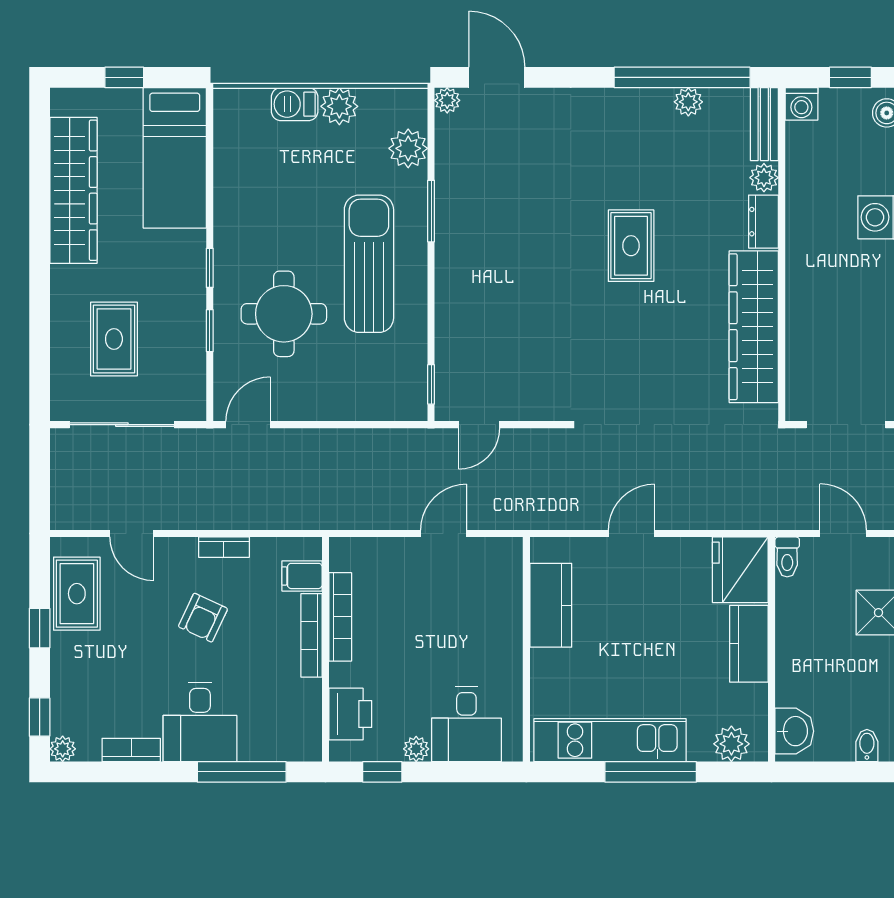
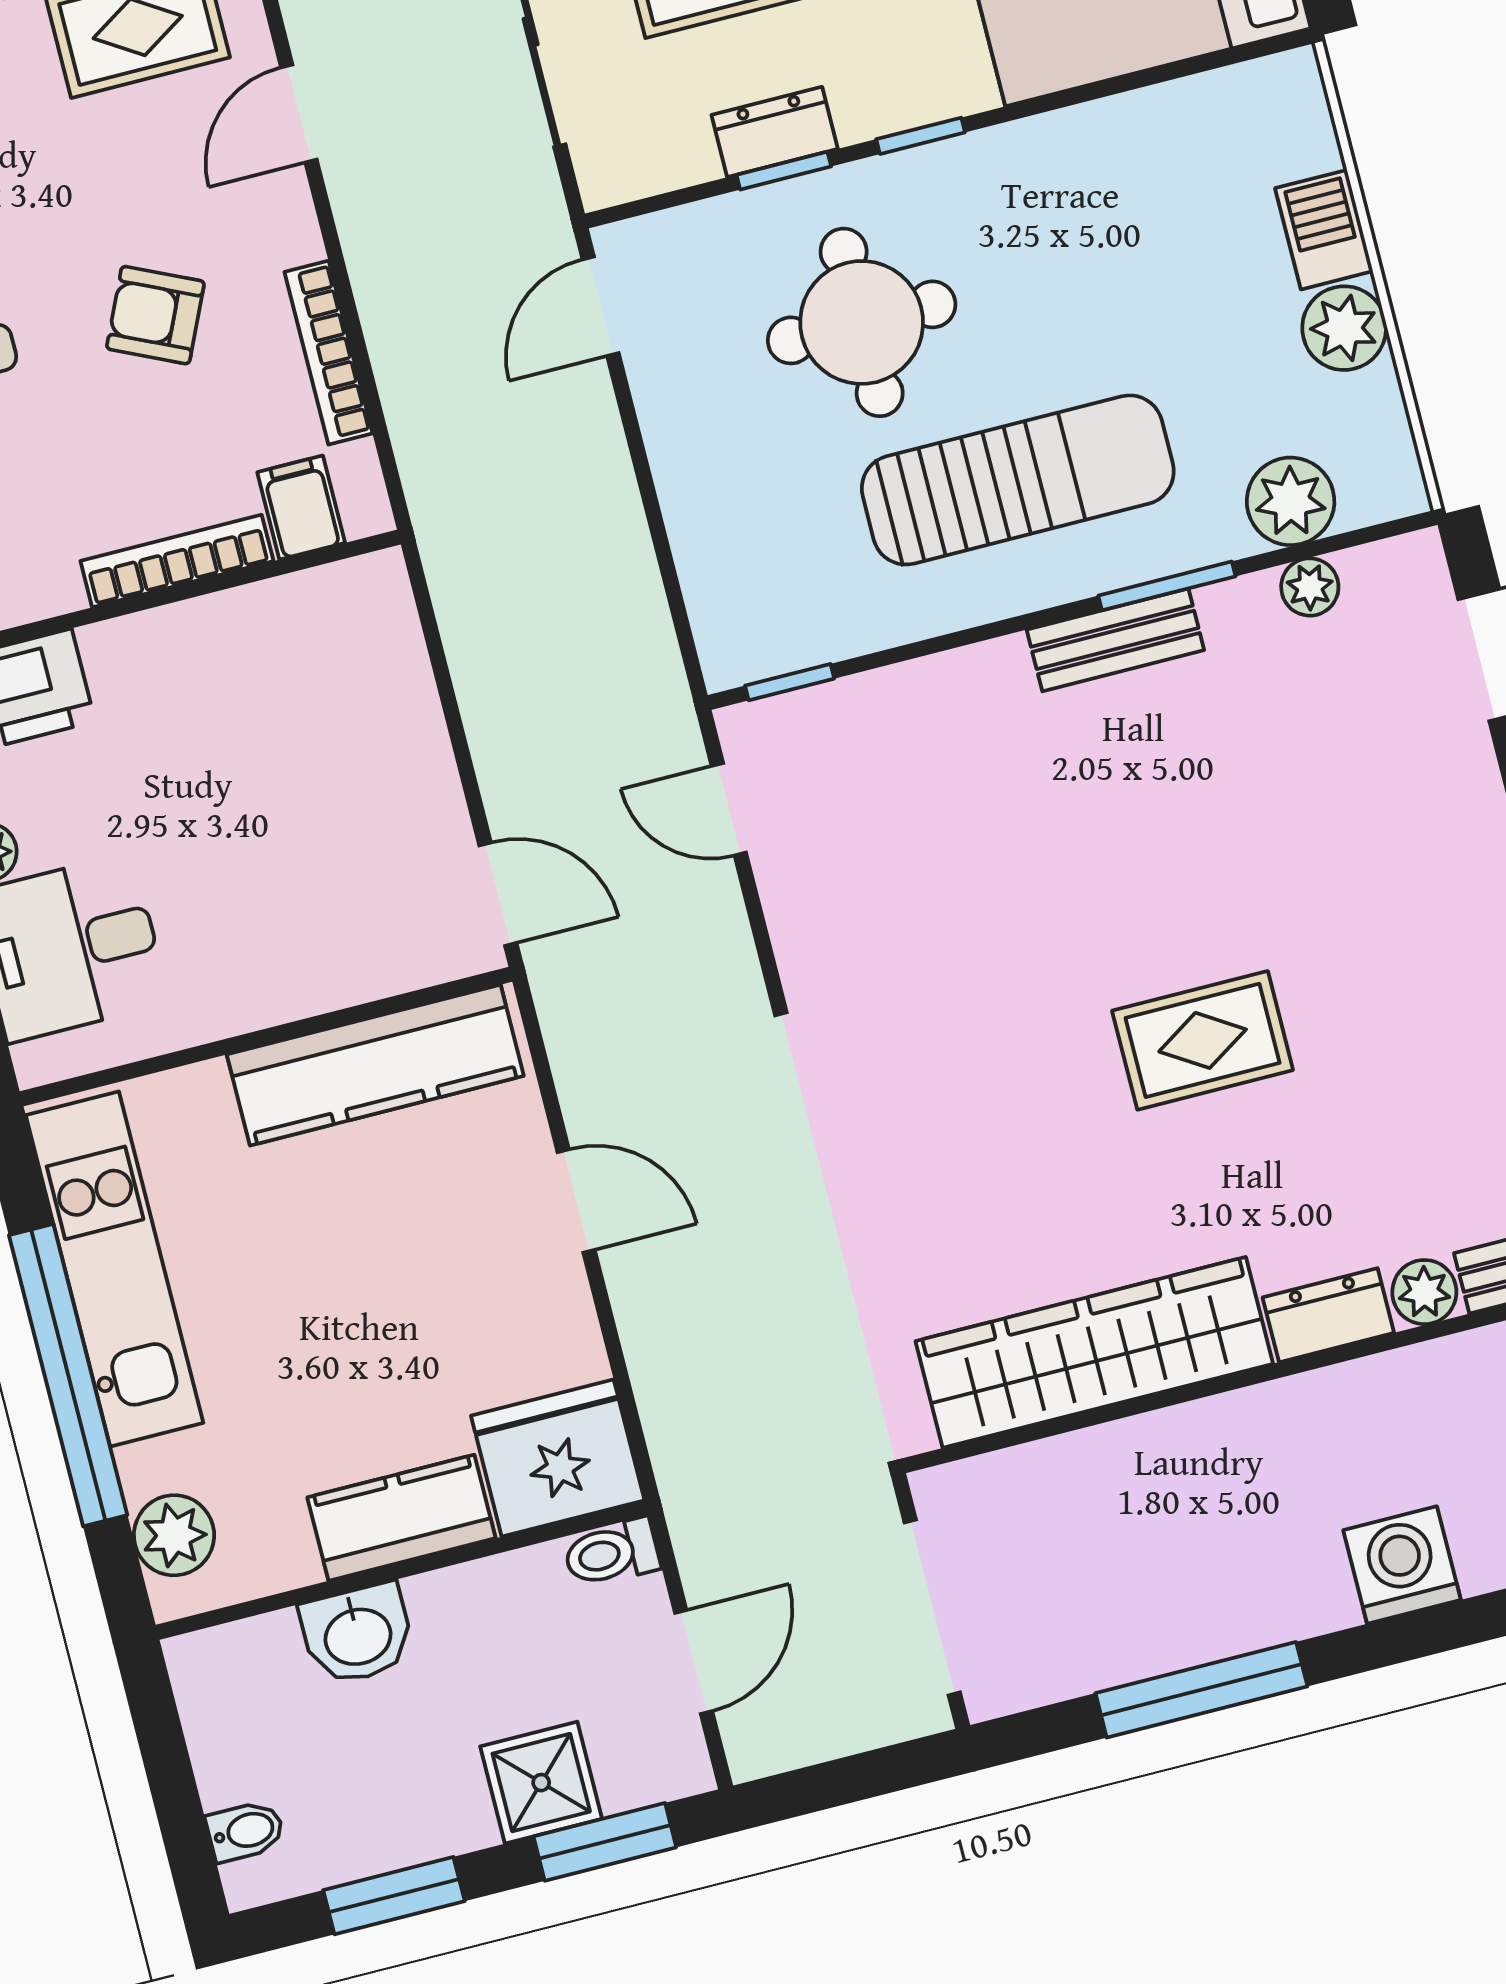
plant: (447, 100) -> (1310, 587), moved
bench: (449, 239) -> (1115, 640), added
dresser: (192, 330) -> (775, 132), added
door: (248, 425) -> (601, 306), swing flipped
door: (444, 534) -> (498, 894), moved
bookcase: (224, 547) -> (328, 353), width x1.56
kitchen counter: (551, 605) -> (375, 1065), width x1.50
bookcase: (340, 617) -> (233, 613), removed
washbasin: (794, 731) -> (357, 1634), moved
window: (651, 772) -> (68, 1375), width x1.46

